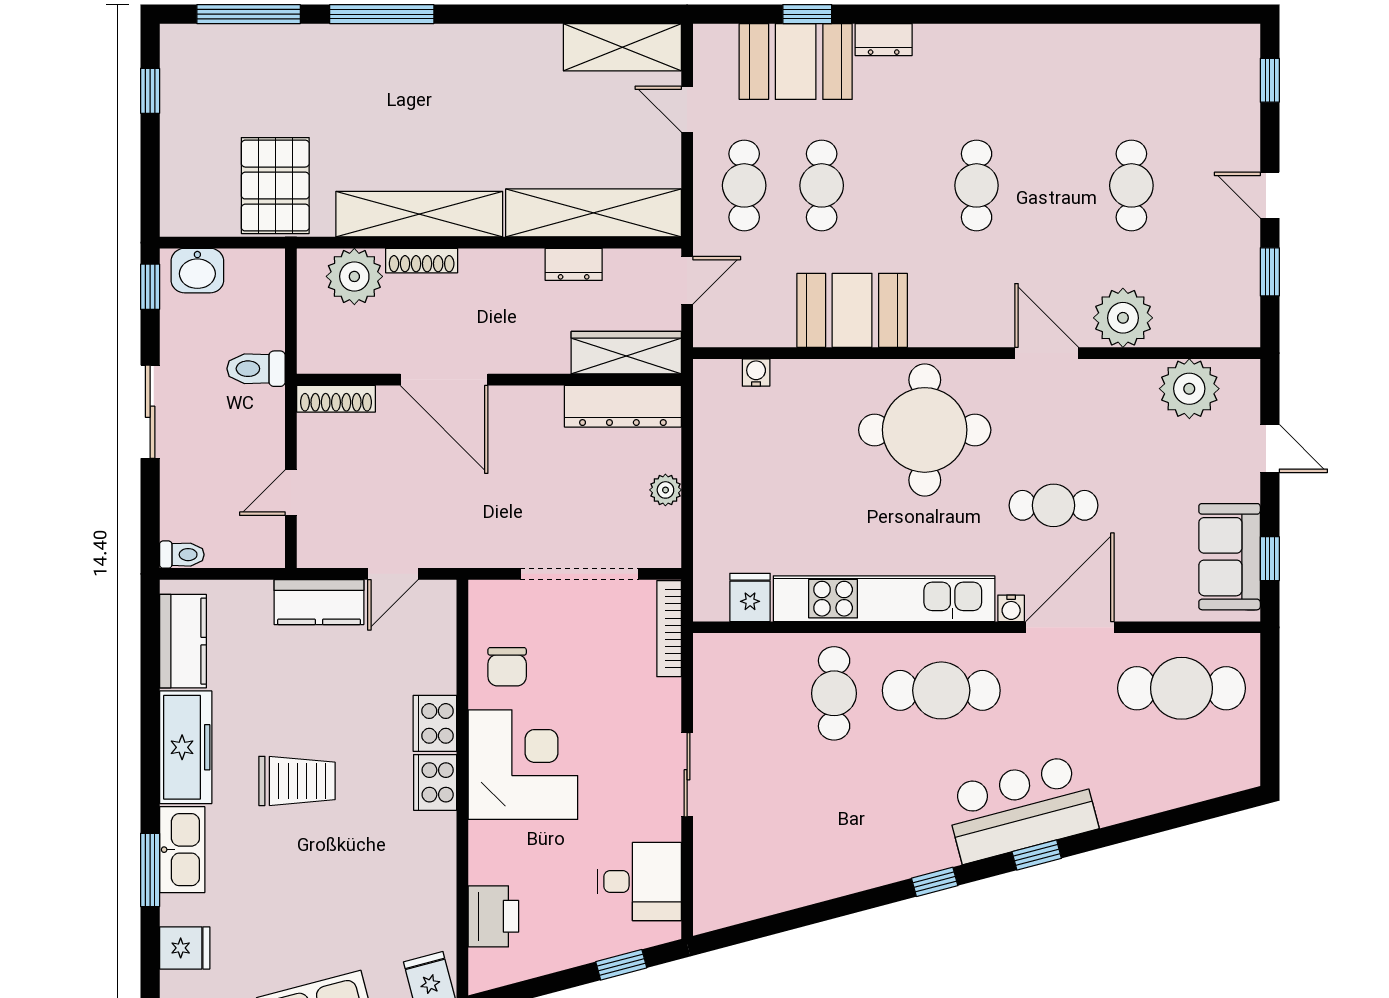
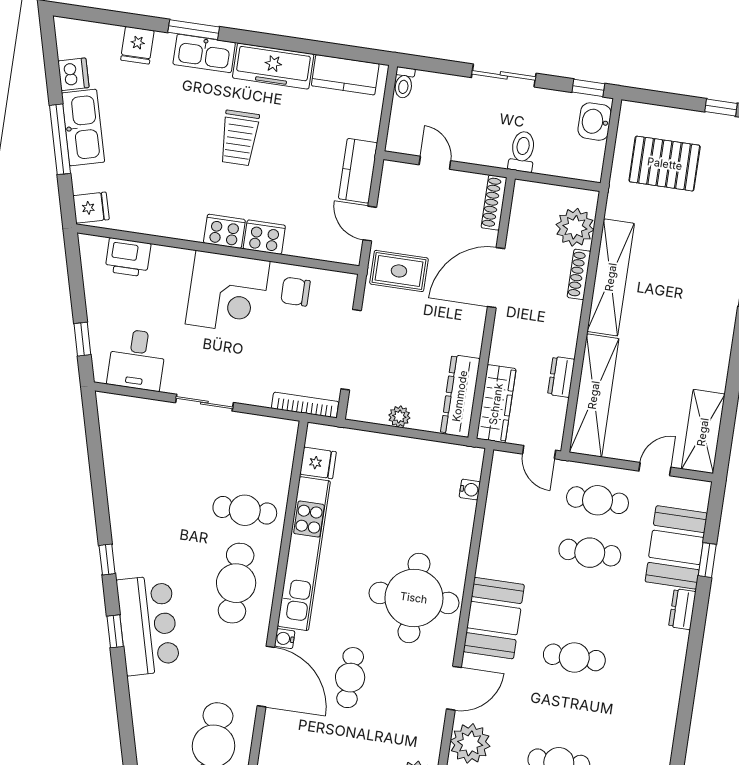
pallet: (275, 186) -> (665, 164), moved
booth: (852, 310) -> (494, 618), moved
rug: (455, 522) -> (399, 271), added

